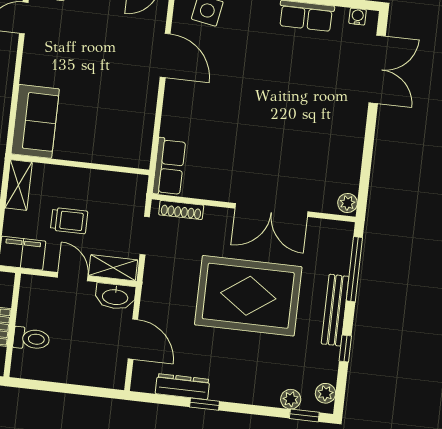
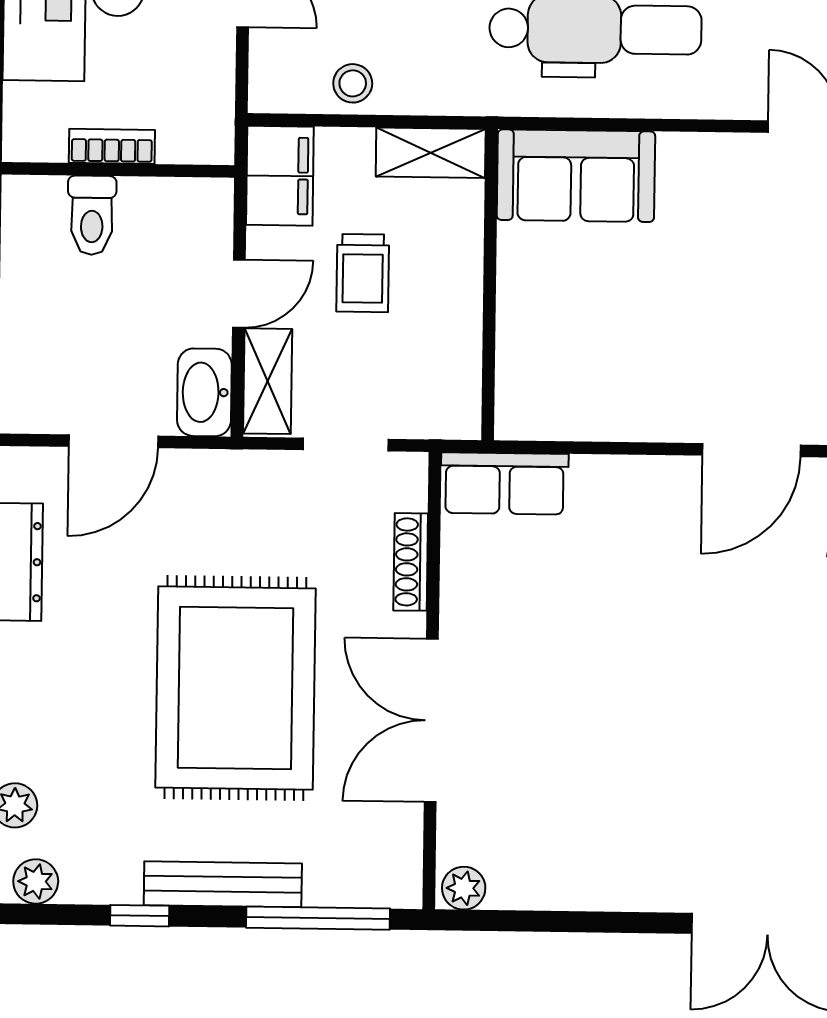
shoe rack: (181, 210) -> (411, 562), moved

